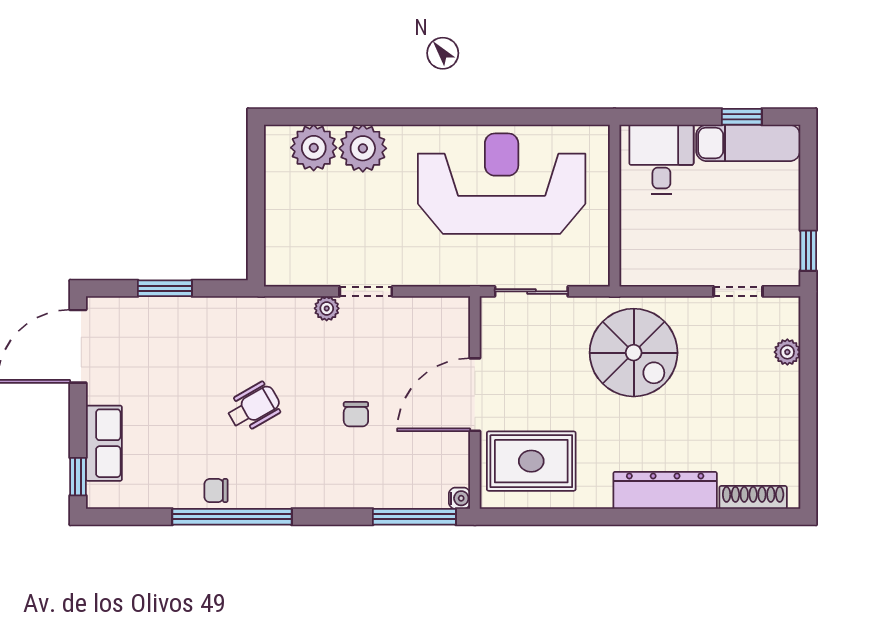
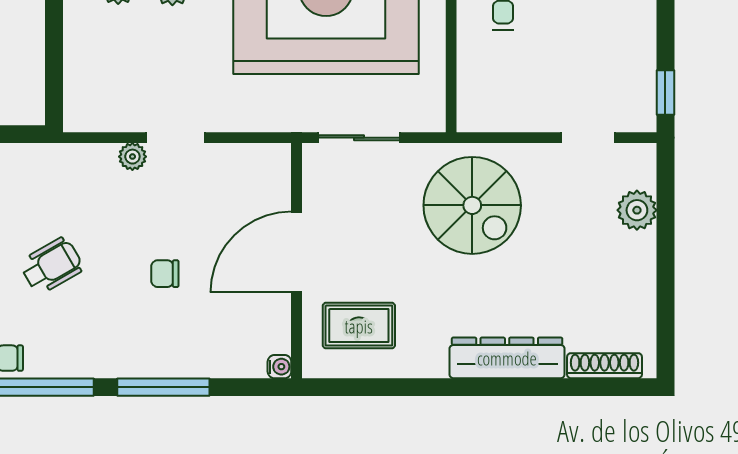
plant: (787, 352) -> (637, 210), width x1.38, depth x1.38
chair: (356, 414) -> (165, 274), turned 90
rug: (531, 461) -> (359, 326), width x0.73, depth x0.70
window: (414, 517) -> (163, 387), moved

